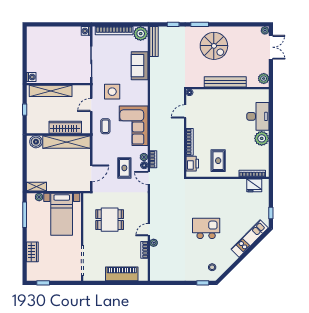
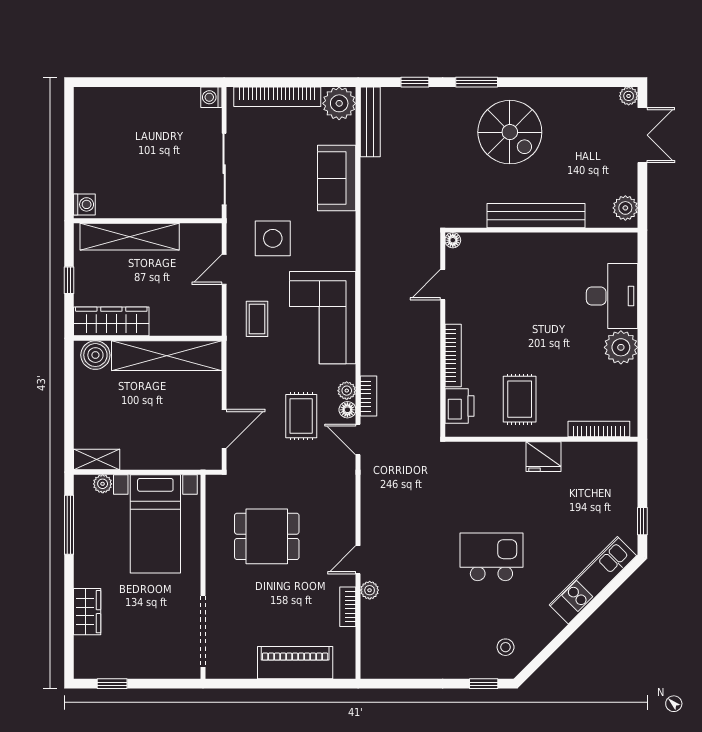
wardrobe: (65, 127) -> (111, 321), moved
fridge: (254, 185) -> (544, 457), moved

